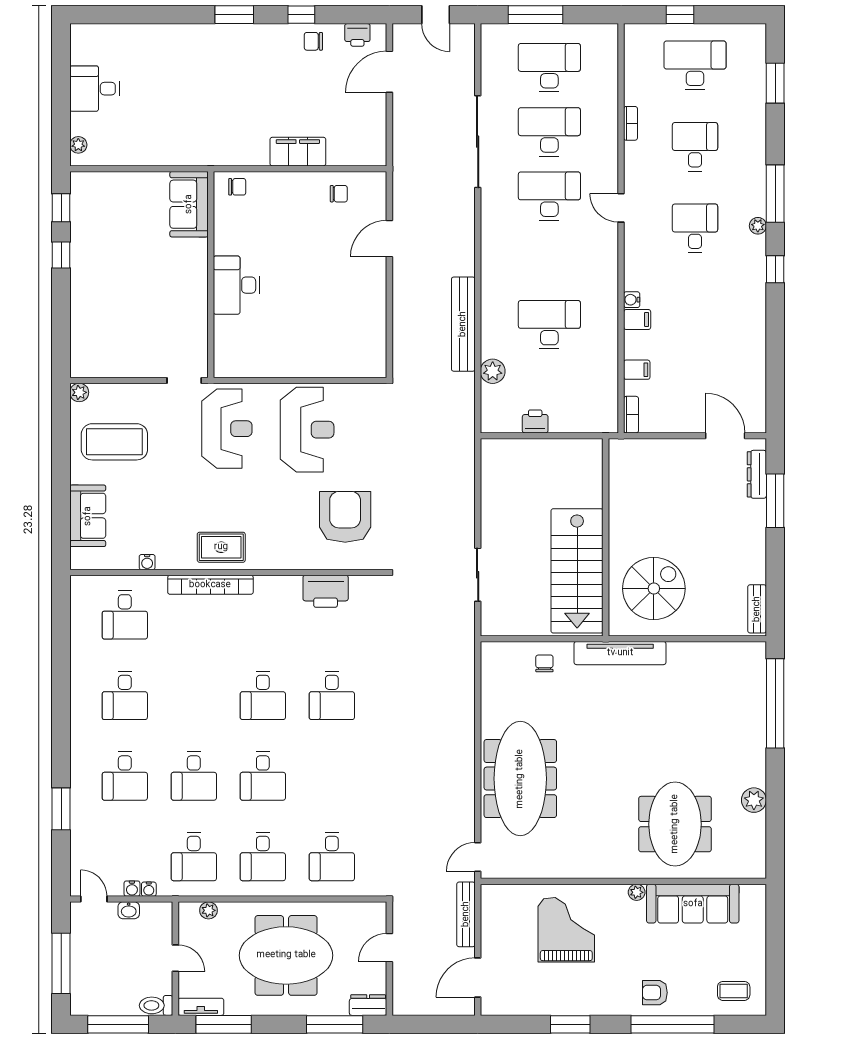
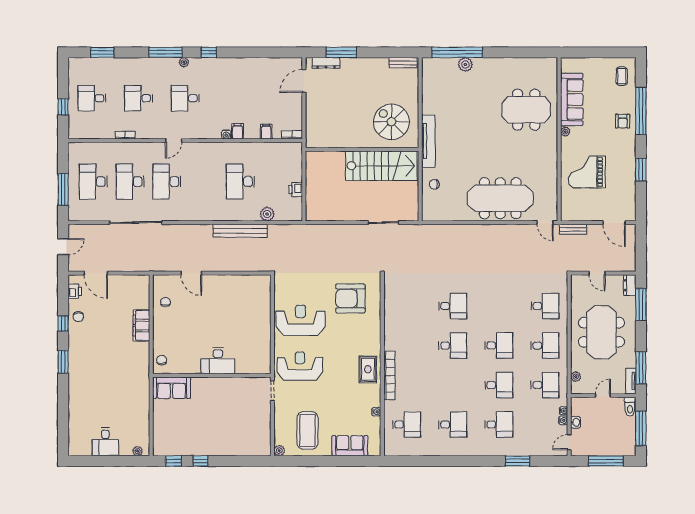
desk: (695, 65) -> (92, 98), width x0.73
printer: (326, 591) -> (393, 310), removed
plant: (754, 800) -> (465, 65), moved
bench: (466, 914) -> (573, 229), width x0.73

